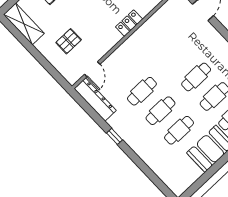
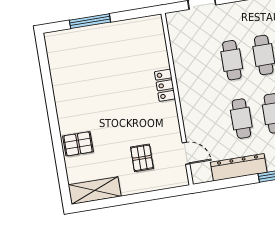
cafe table: (178, 57) -> (232, 60), added
dresser: (95, 99) -> (239, 167), moved

